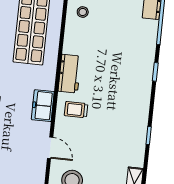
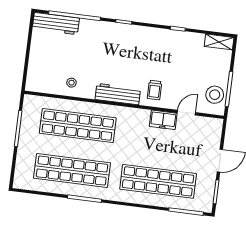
workbench: (70, 74) -> (118, 94), width x1.38
freezer: (43, 106) -> (163, 120), moved

